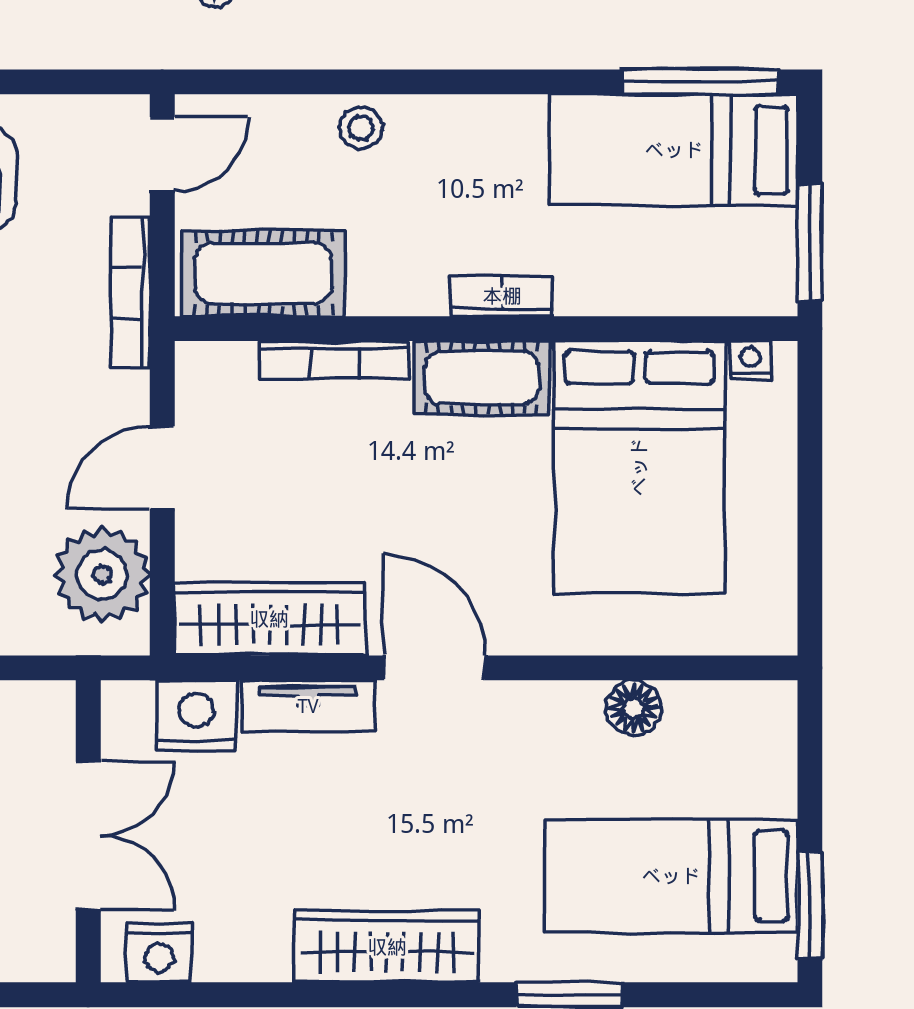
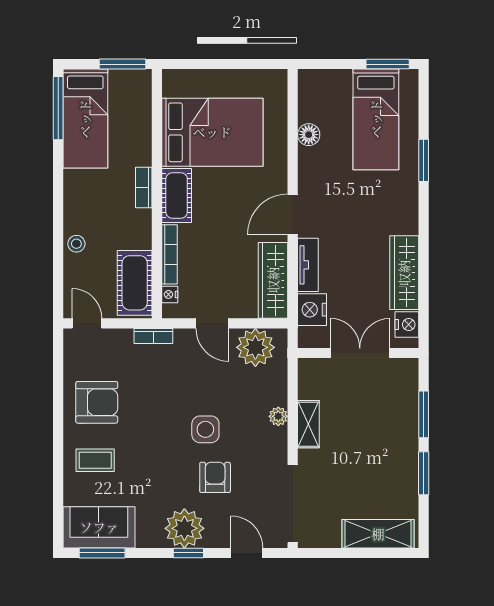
bookcase: (131, 293) -> (153, 336), width x0.64
nightstand: (750, 361) -> (170, 294), moved
wardrobe: (387, 947) -> (404, 273), moved

